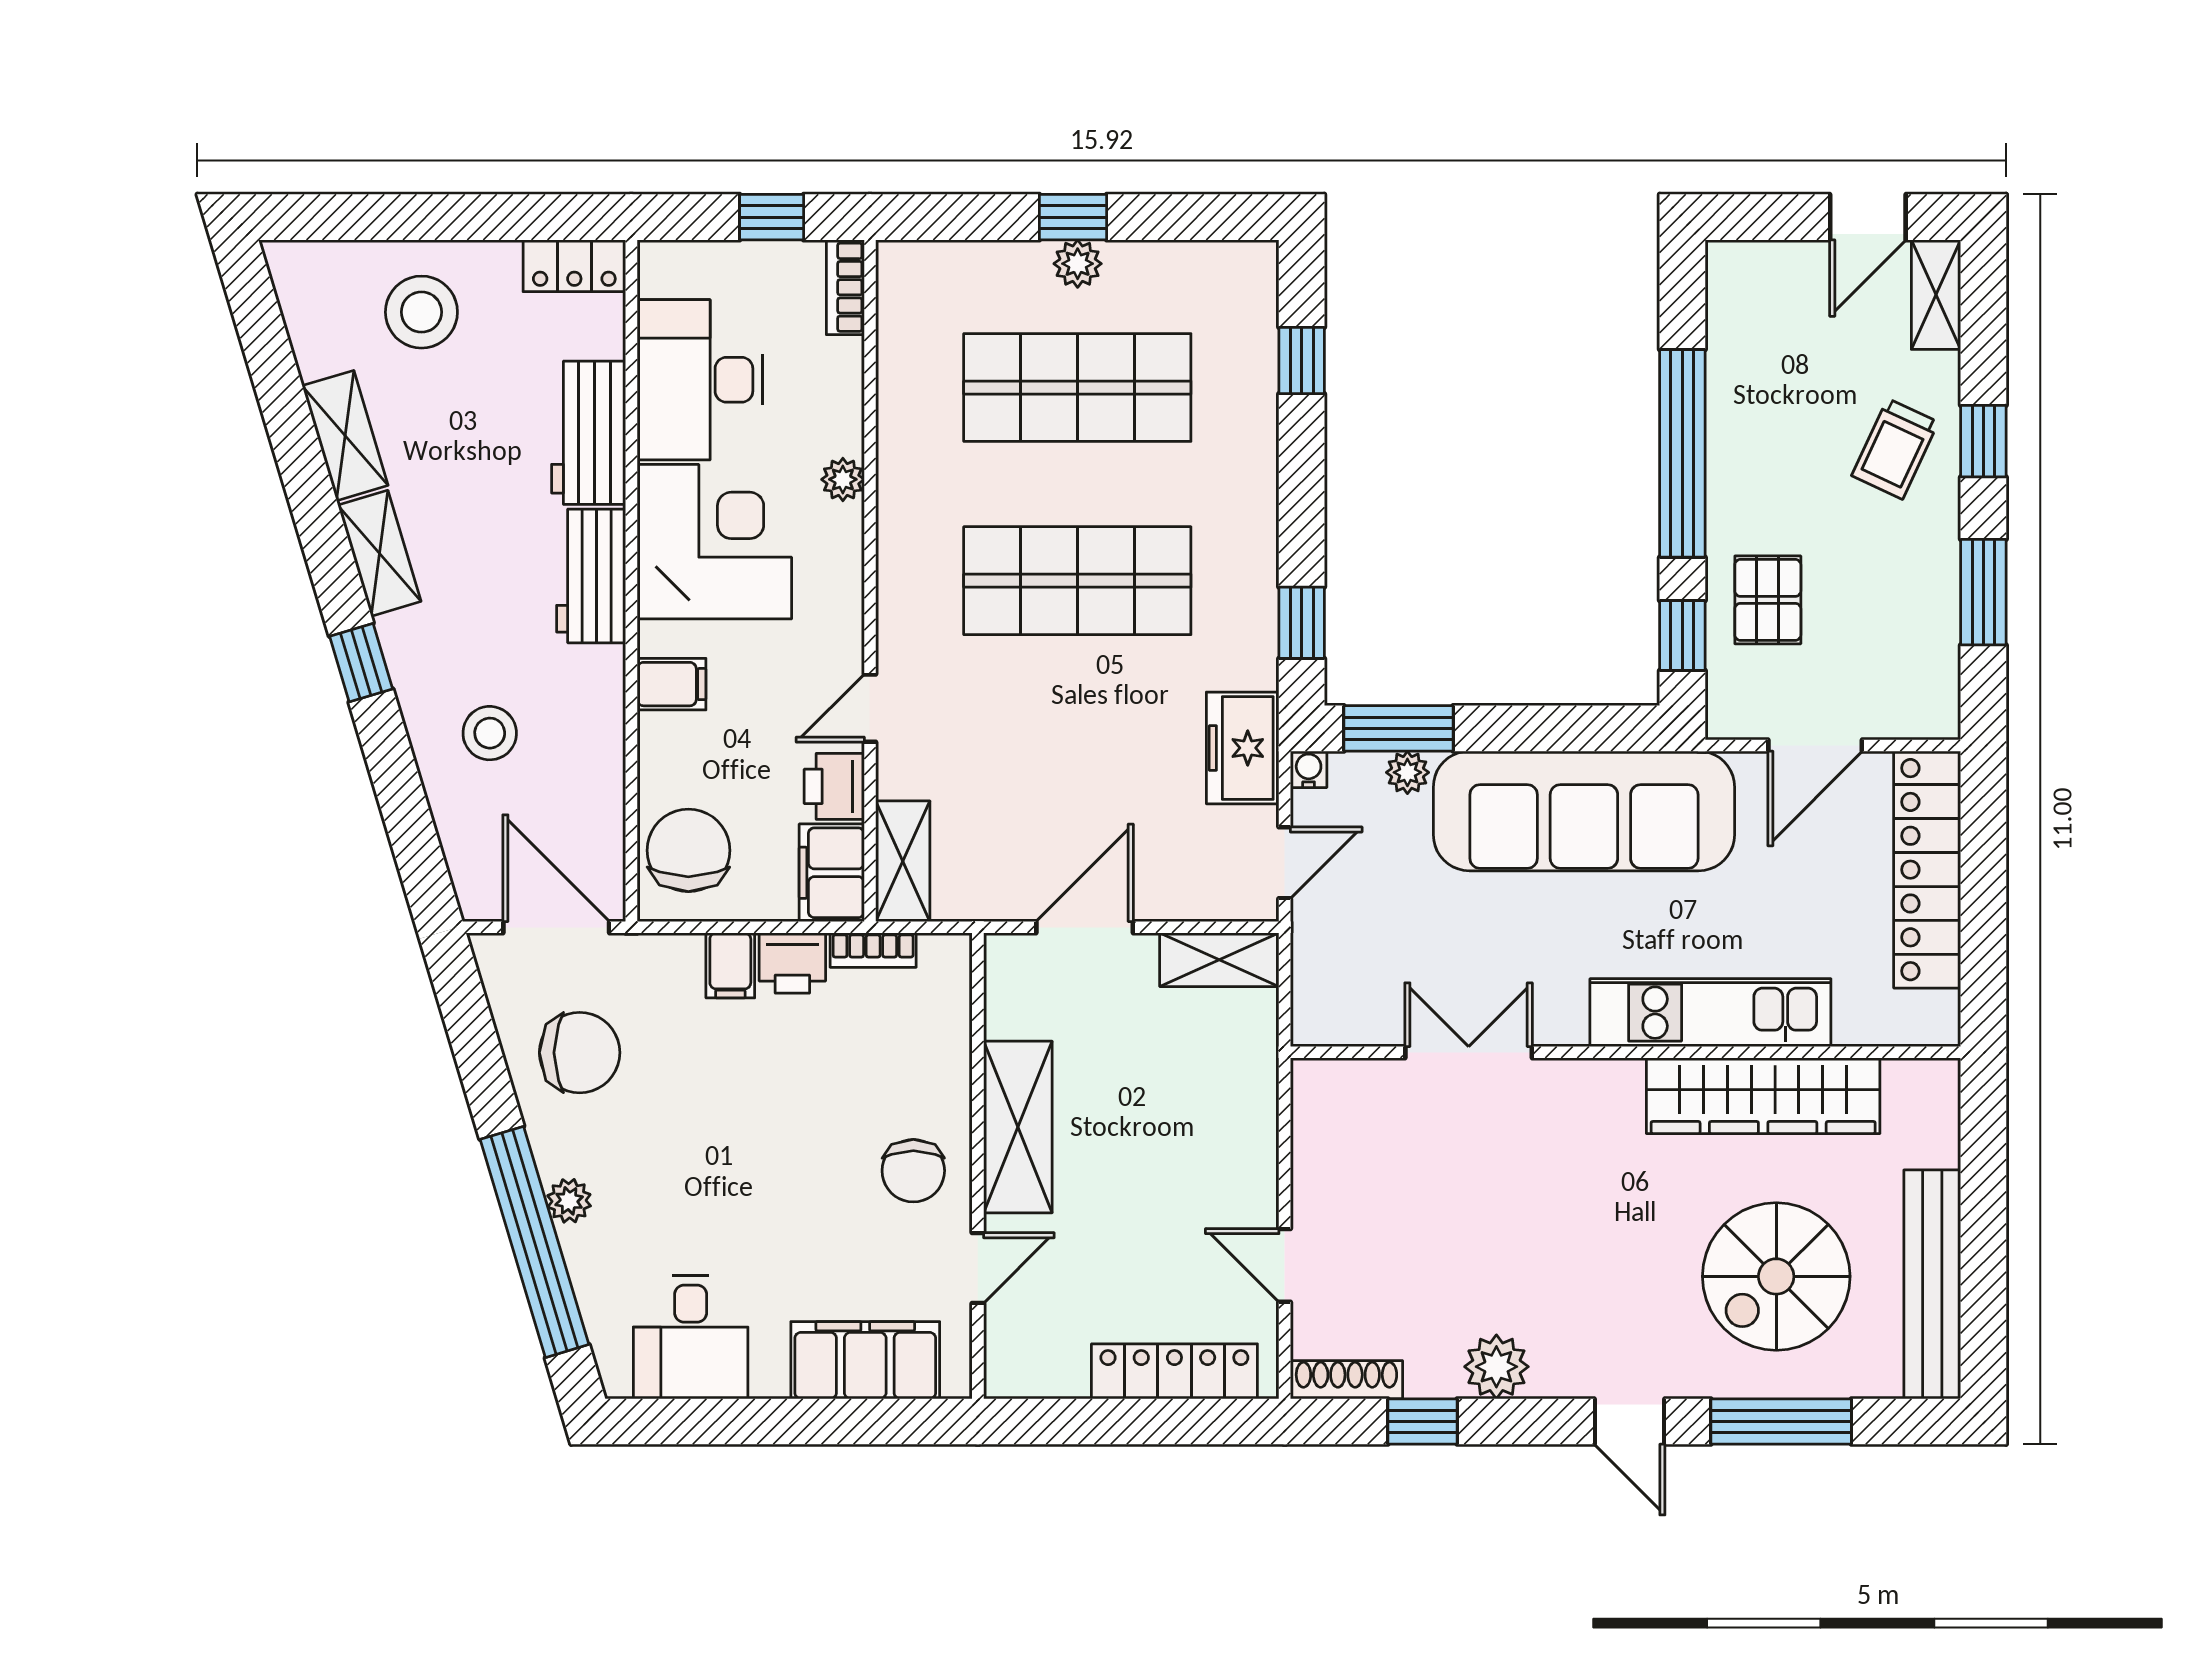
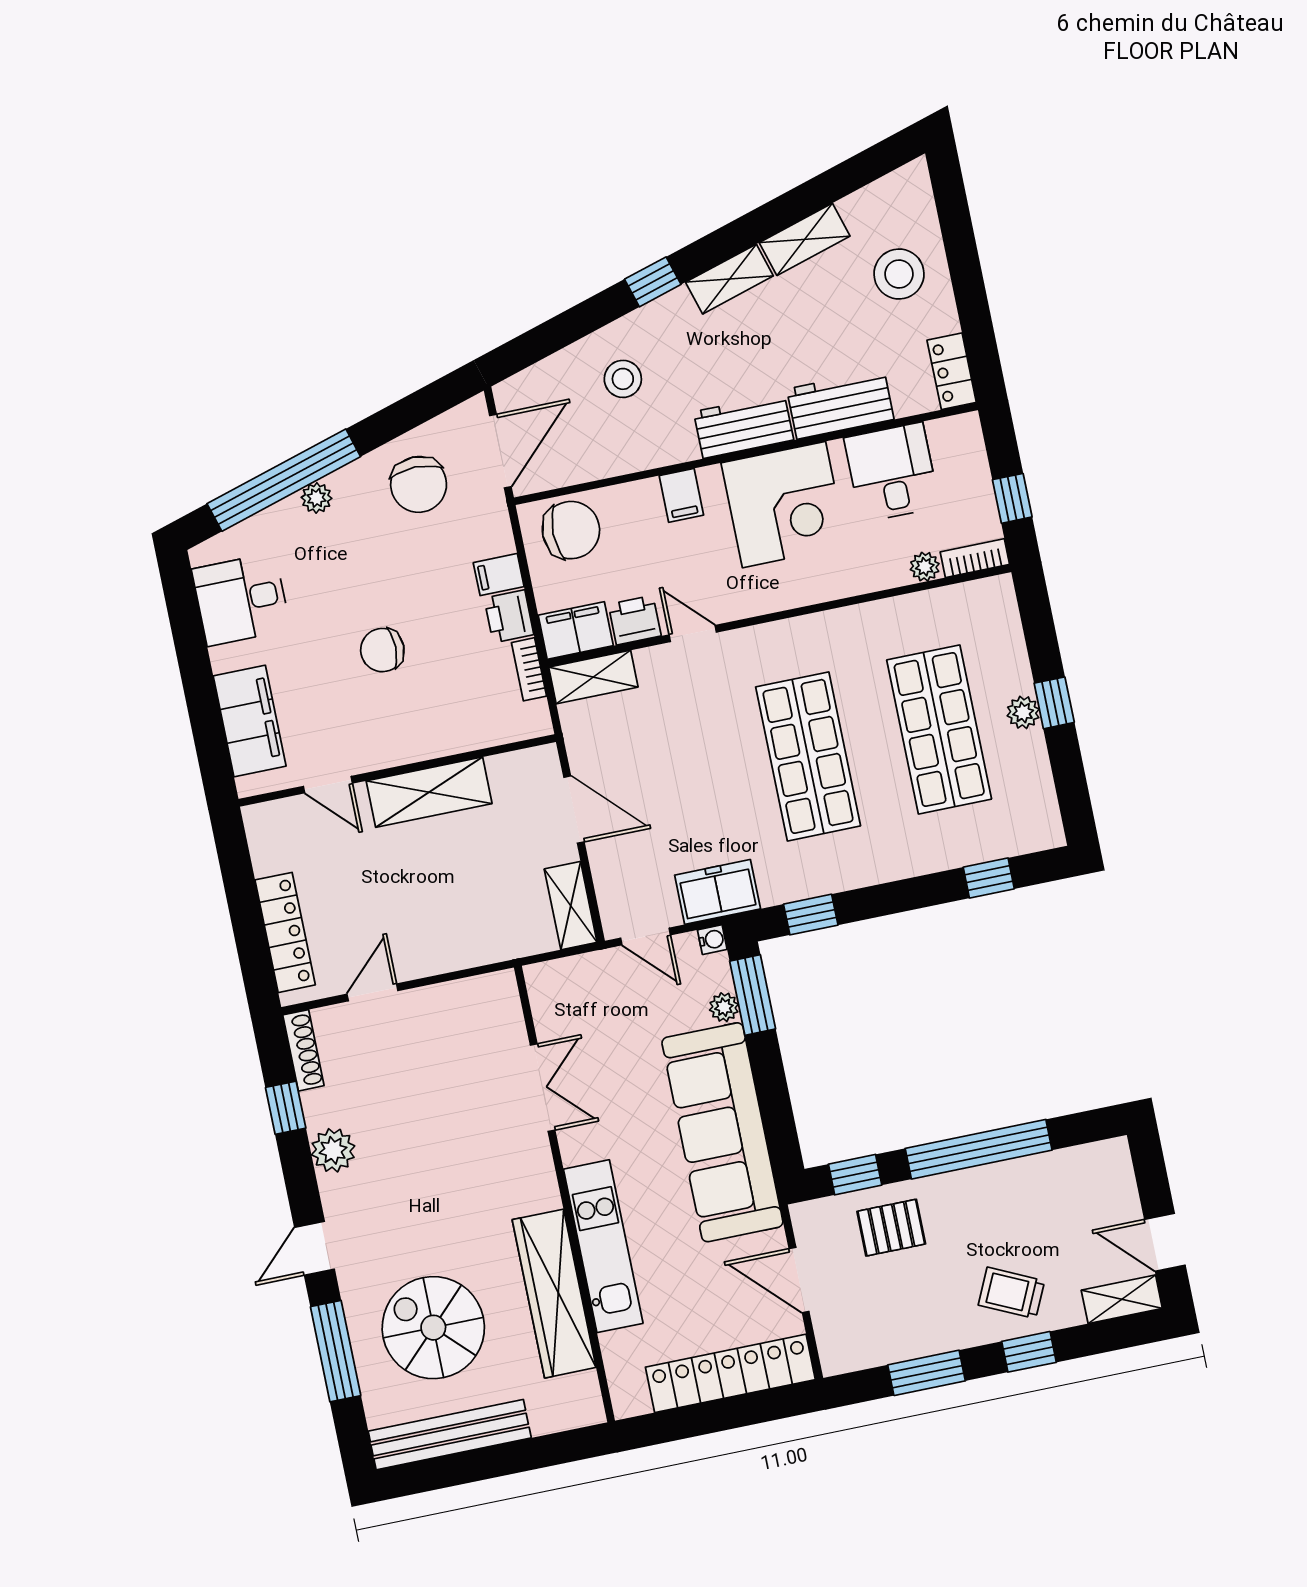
desk: (700, 380) -> (892, 472), width x0.73
plant: (843, 479) -> (925, 567), moved
chair: (913, 1171) -> (382, 650), moved

